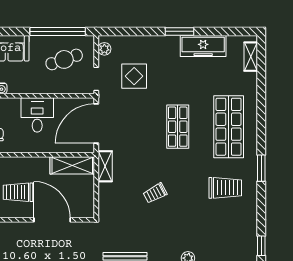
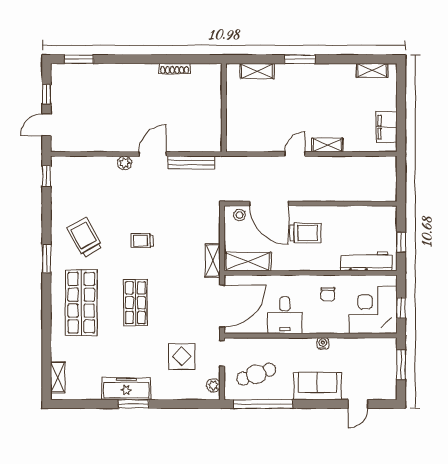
freezer: (203, 46) -> (126, 389), moved
trolley: (225, 188) -> (85, 238), turned 61
trolley: (155, 193) -> (142, 241), moved, turned -152
stool: (80, 209) -> (239, 215), added

